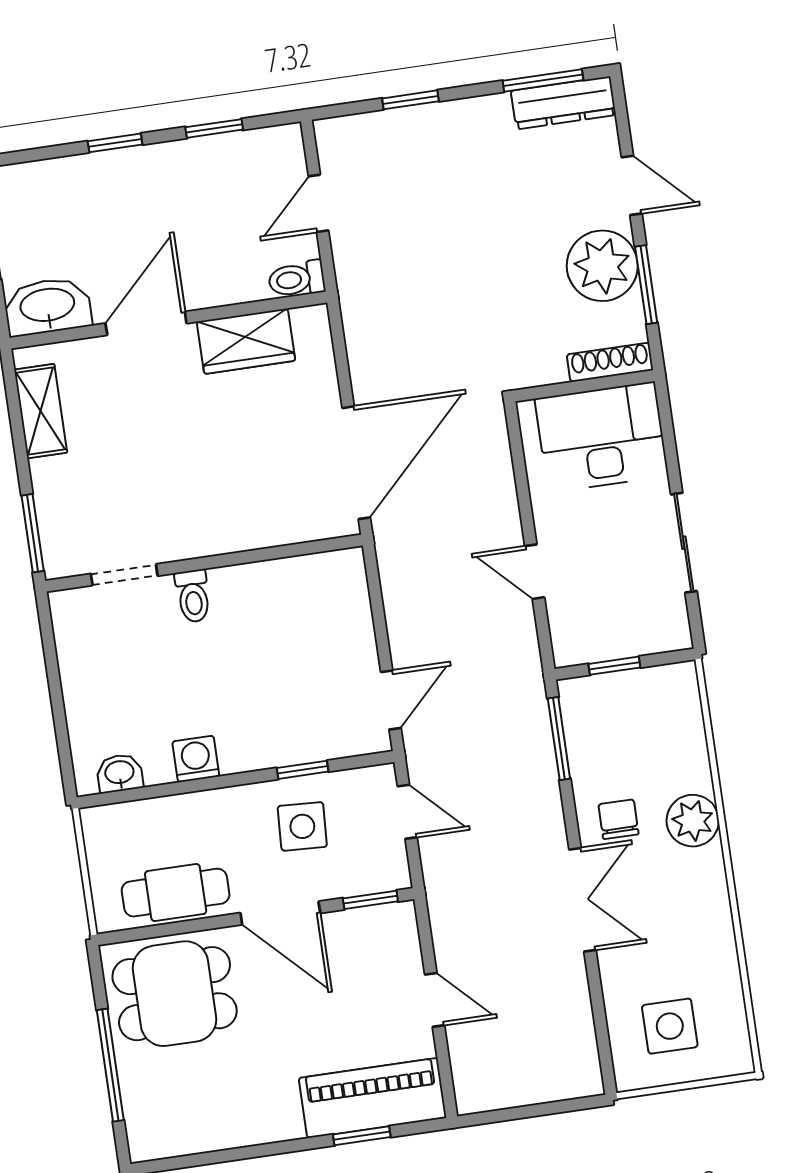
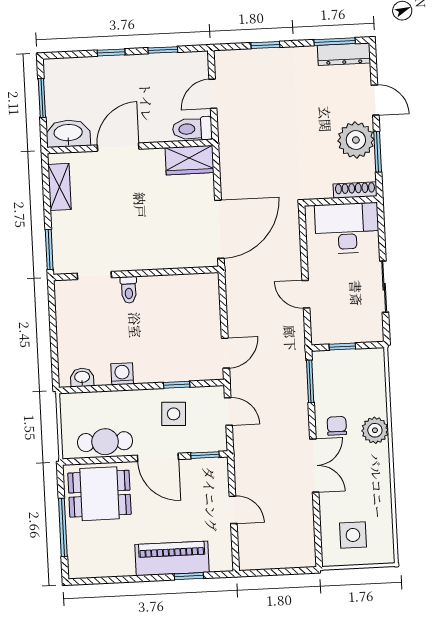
toilet: (297, 279) -> (192, 129), width x1.37, depth x1.39
wardrobe: (246, 341) -> (189, 160), moved
piano: (373, 1098) -> (172, 558), moved

